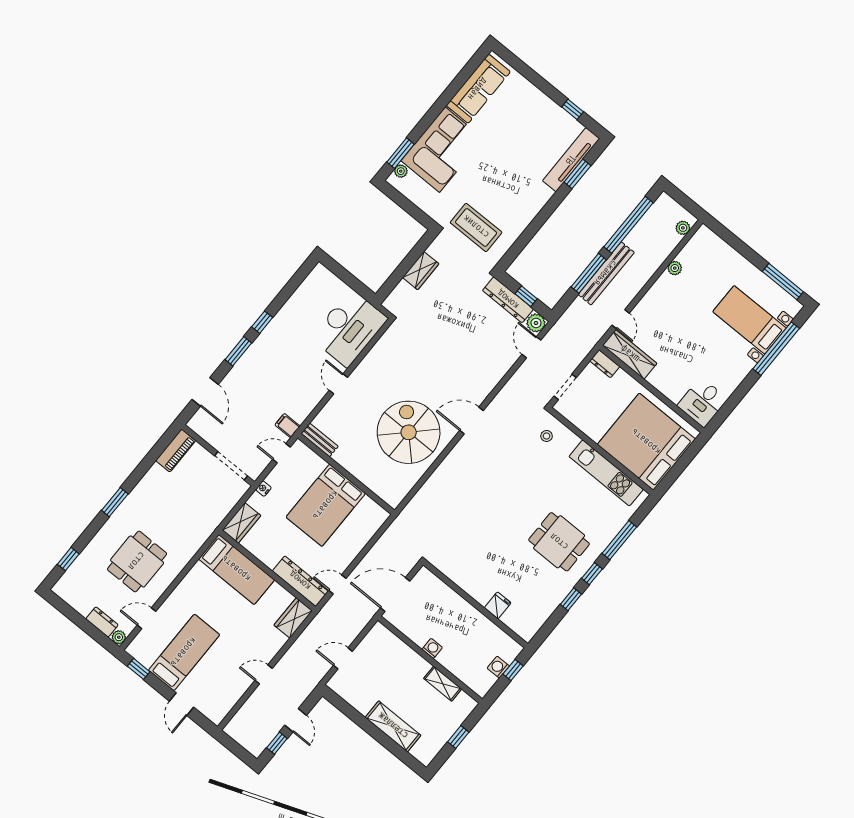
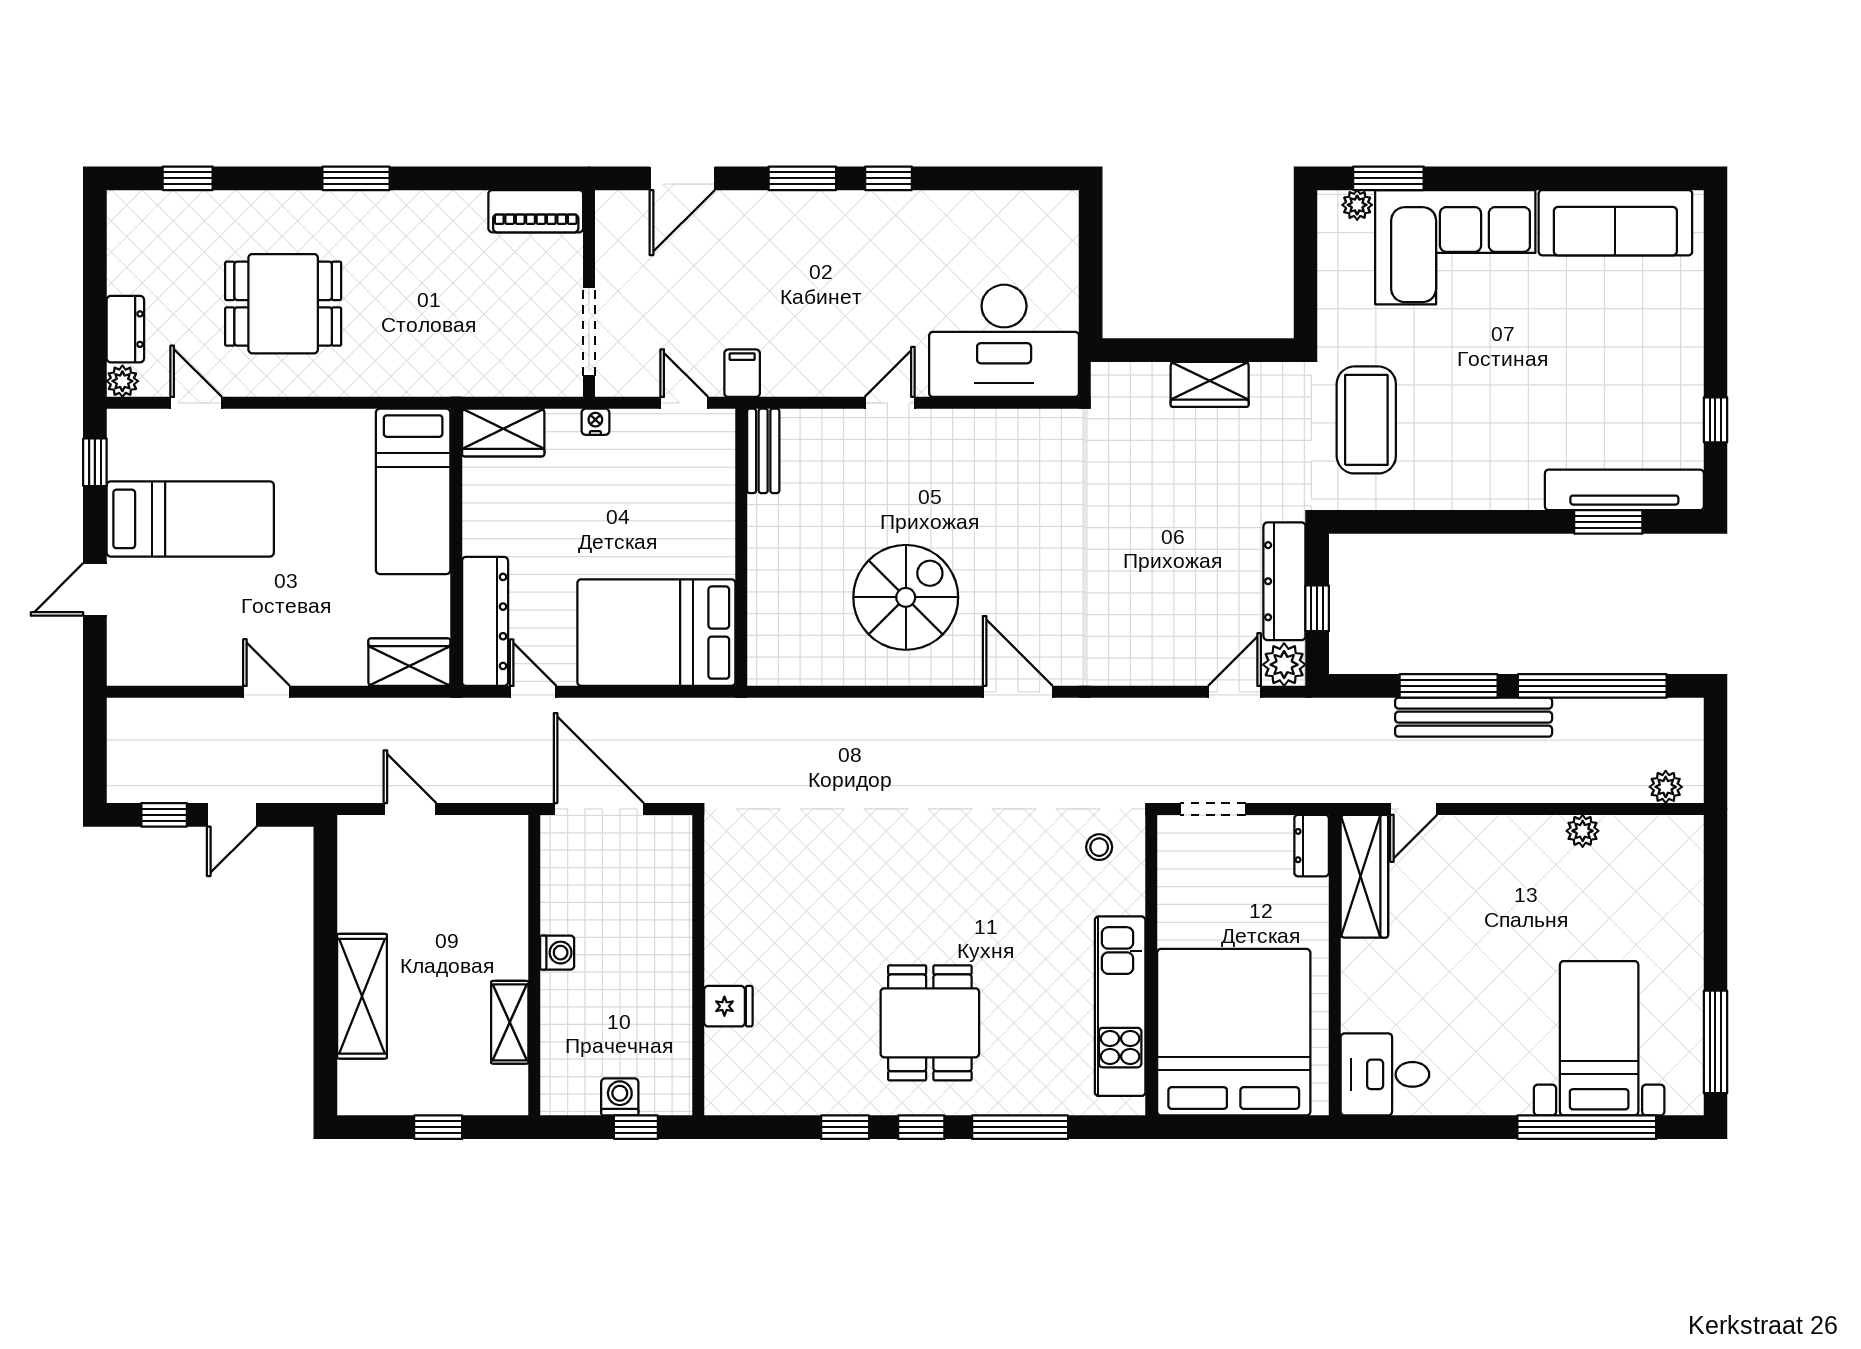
spiral stairs: (409, 432) -> (906, 597), width x0.73, depth x0.73
bed: (326, 505) -> (656, 633), moved

